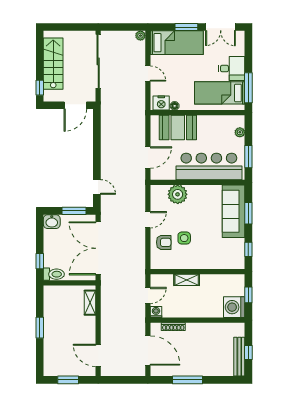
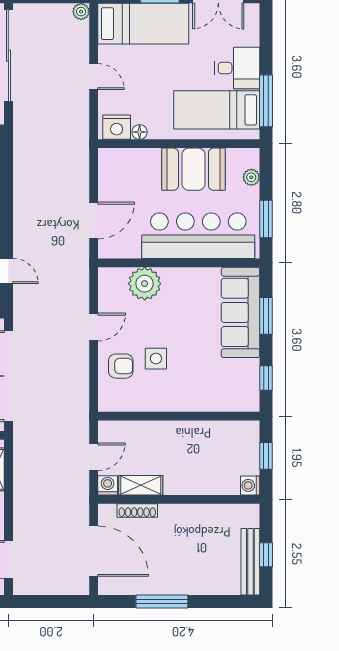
booth: (178, 128) -> (194, 169), moved
shelving: (187, 280) -> (141, 485), moved
washing machine: (234, 307) -> (250, 485), width x0.53, depth x0.53

